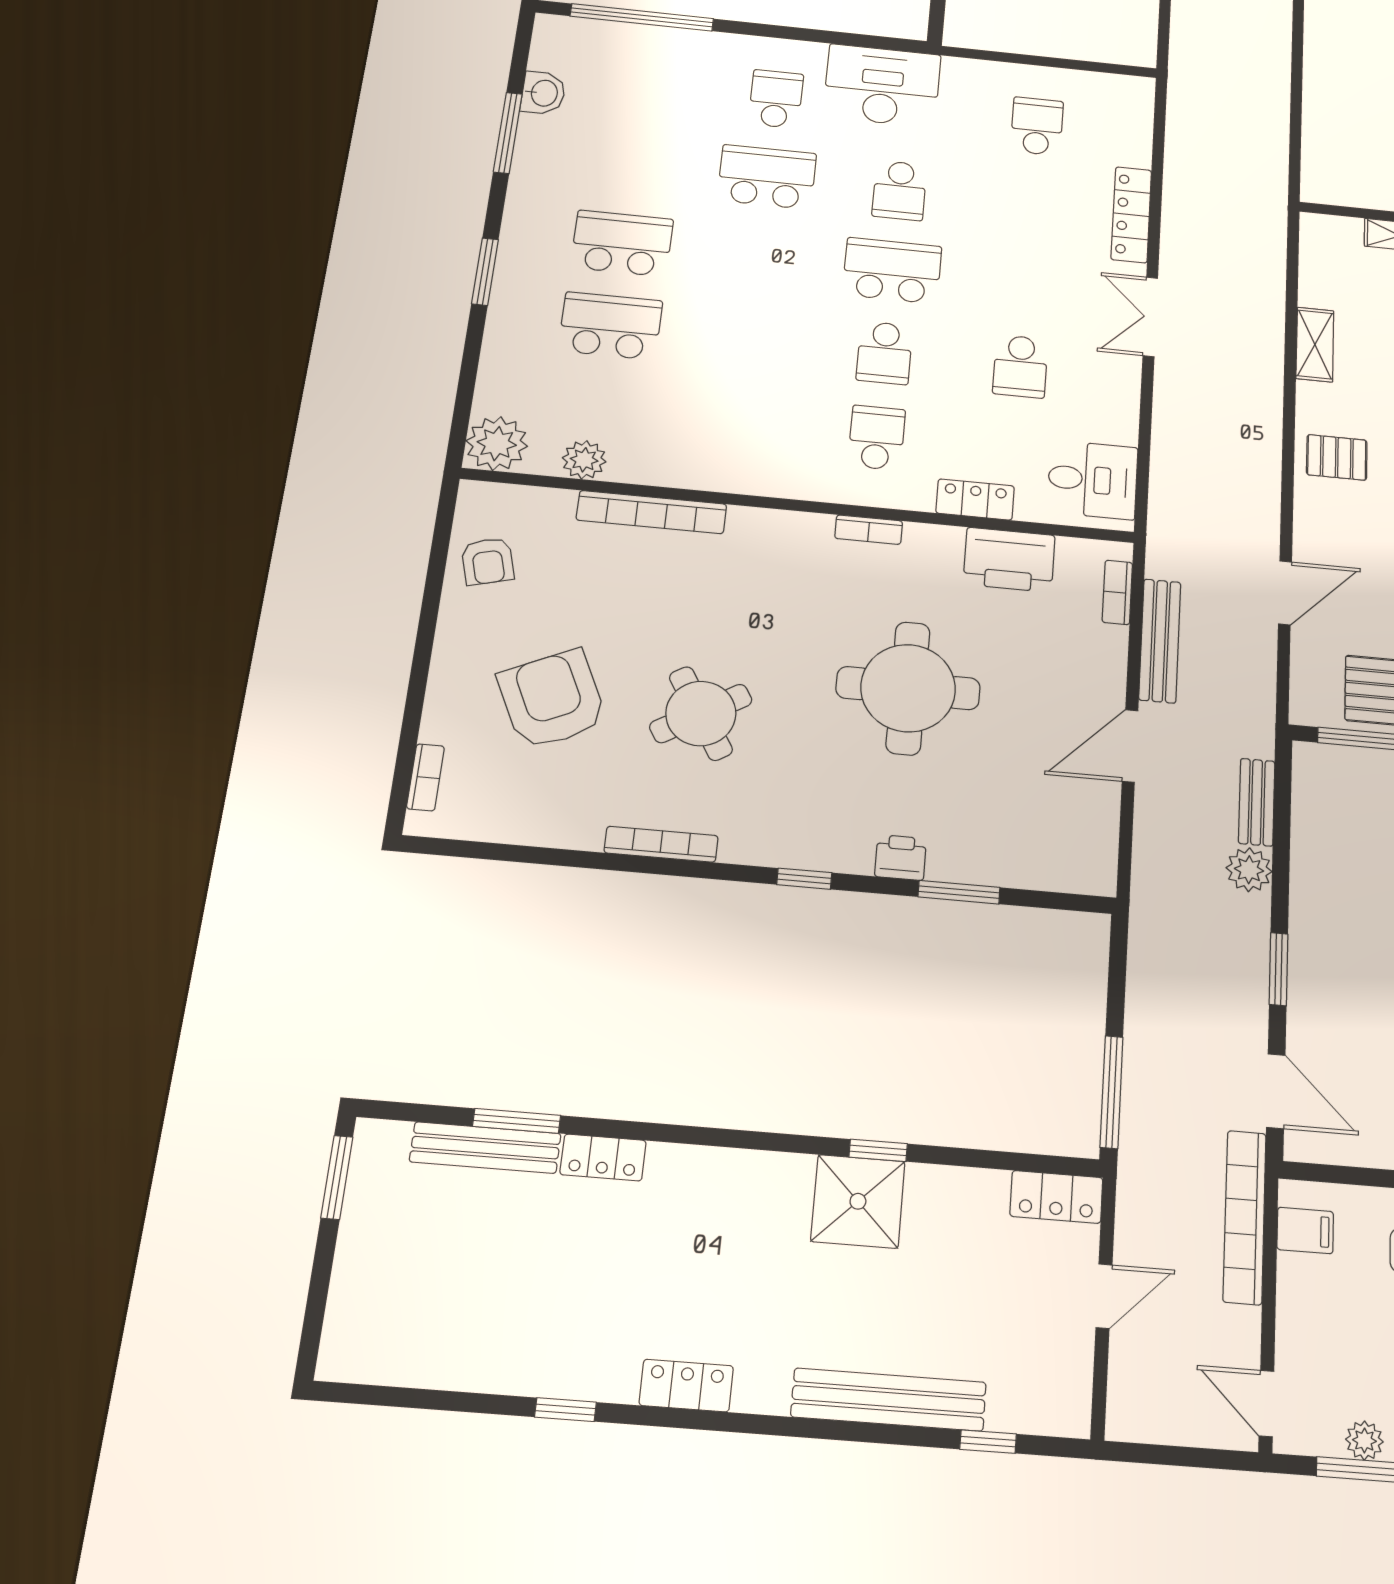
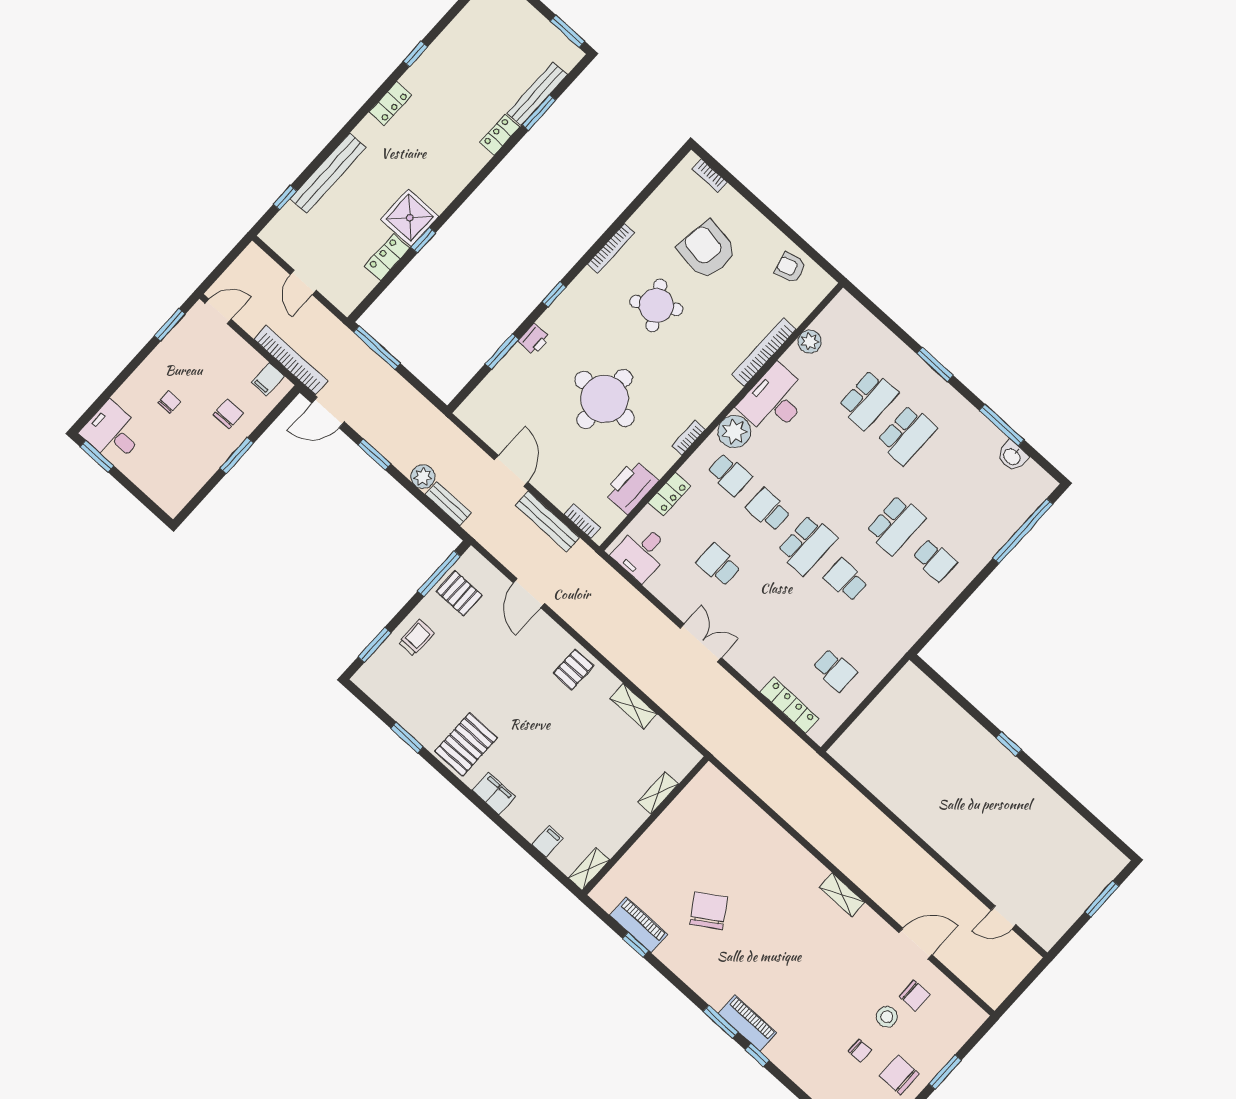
desk: (882, 86) -> (774, 401), moved, turned 180
locker: (1131, 215) -> (790, 705), moved
plant: (497, 444) -> (734, 432), moved
armchair: (552, 699) -> (707, 250), turned -147
locker: (1056, 1197) -> (387, 257), moved
plant: (1364, 1441) -> (177, 337), removed

